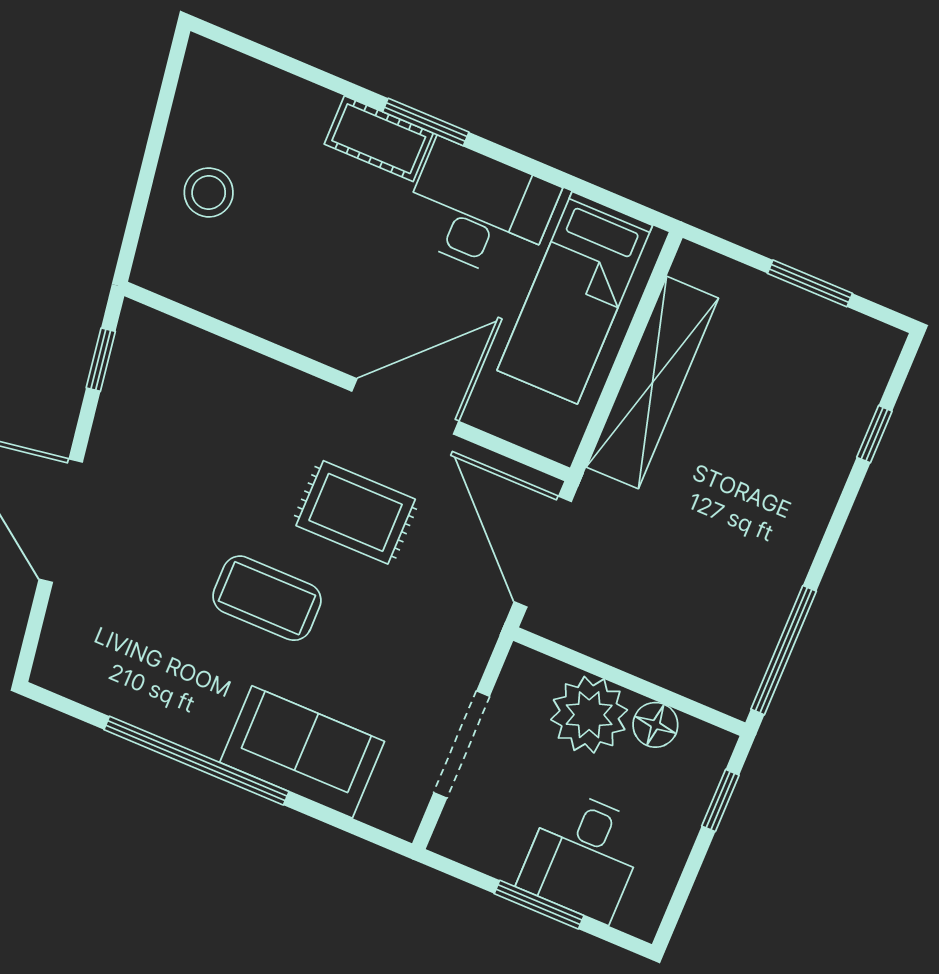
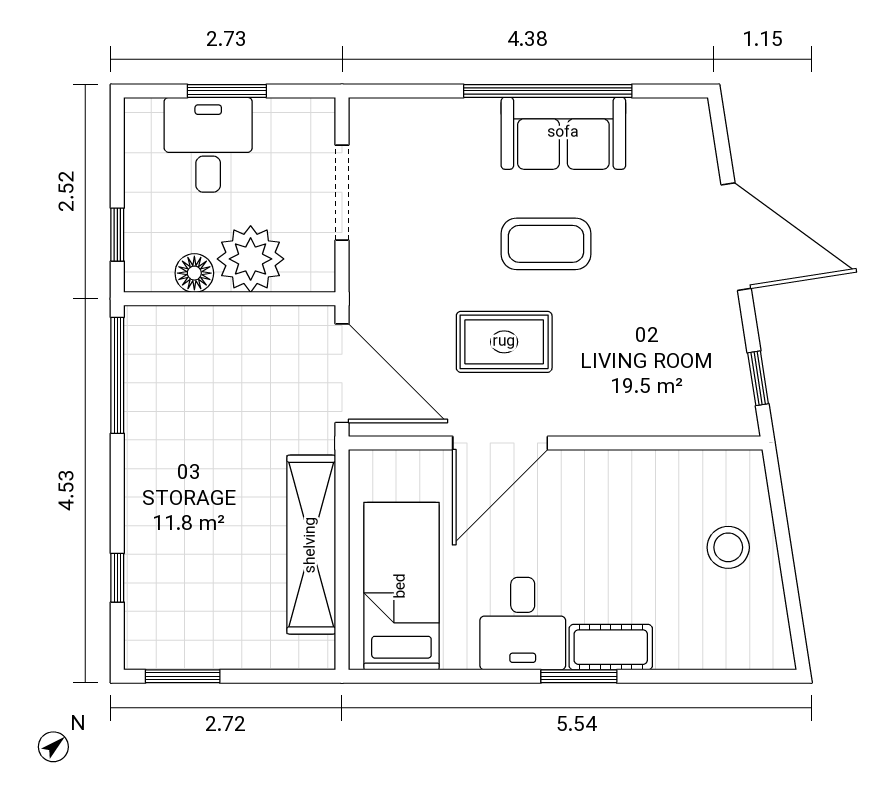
desk: (479, 211) -> (523, 624), width x0.73
window: (810, 283) -> (183, 676), moved
sofa: (302, 752) -> (563, 133), moved

